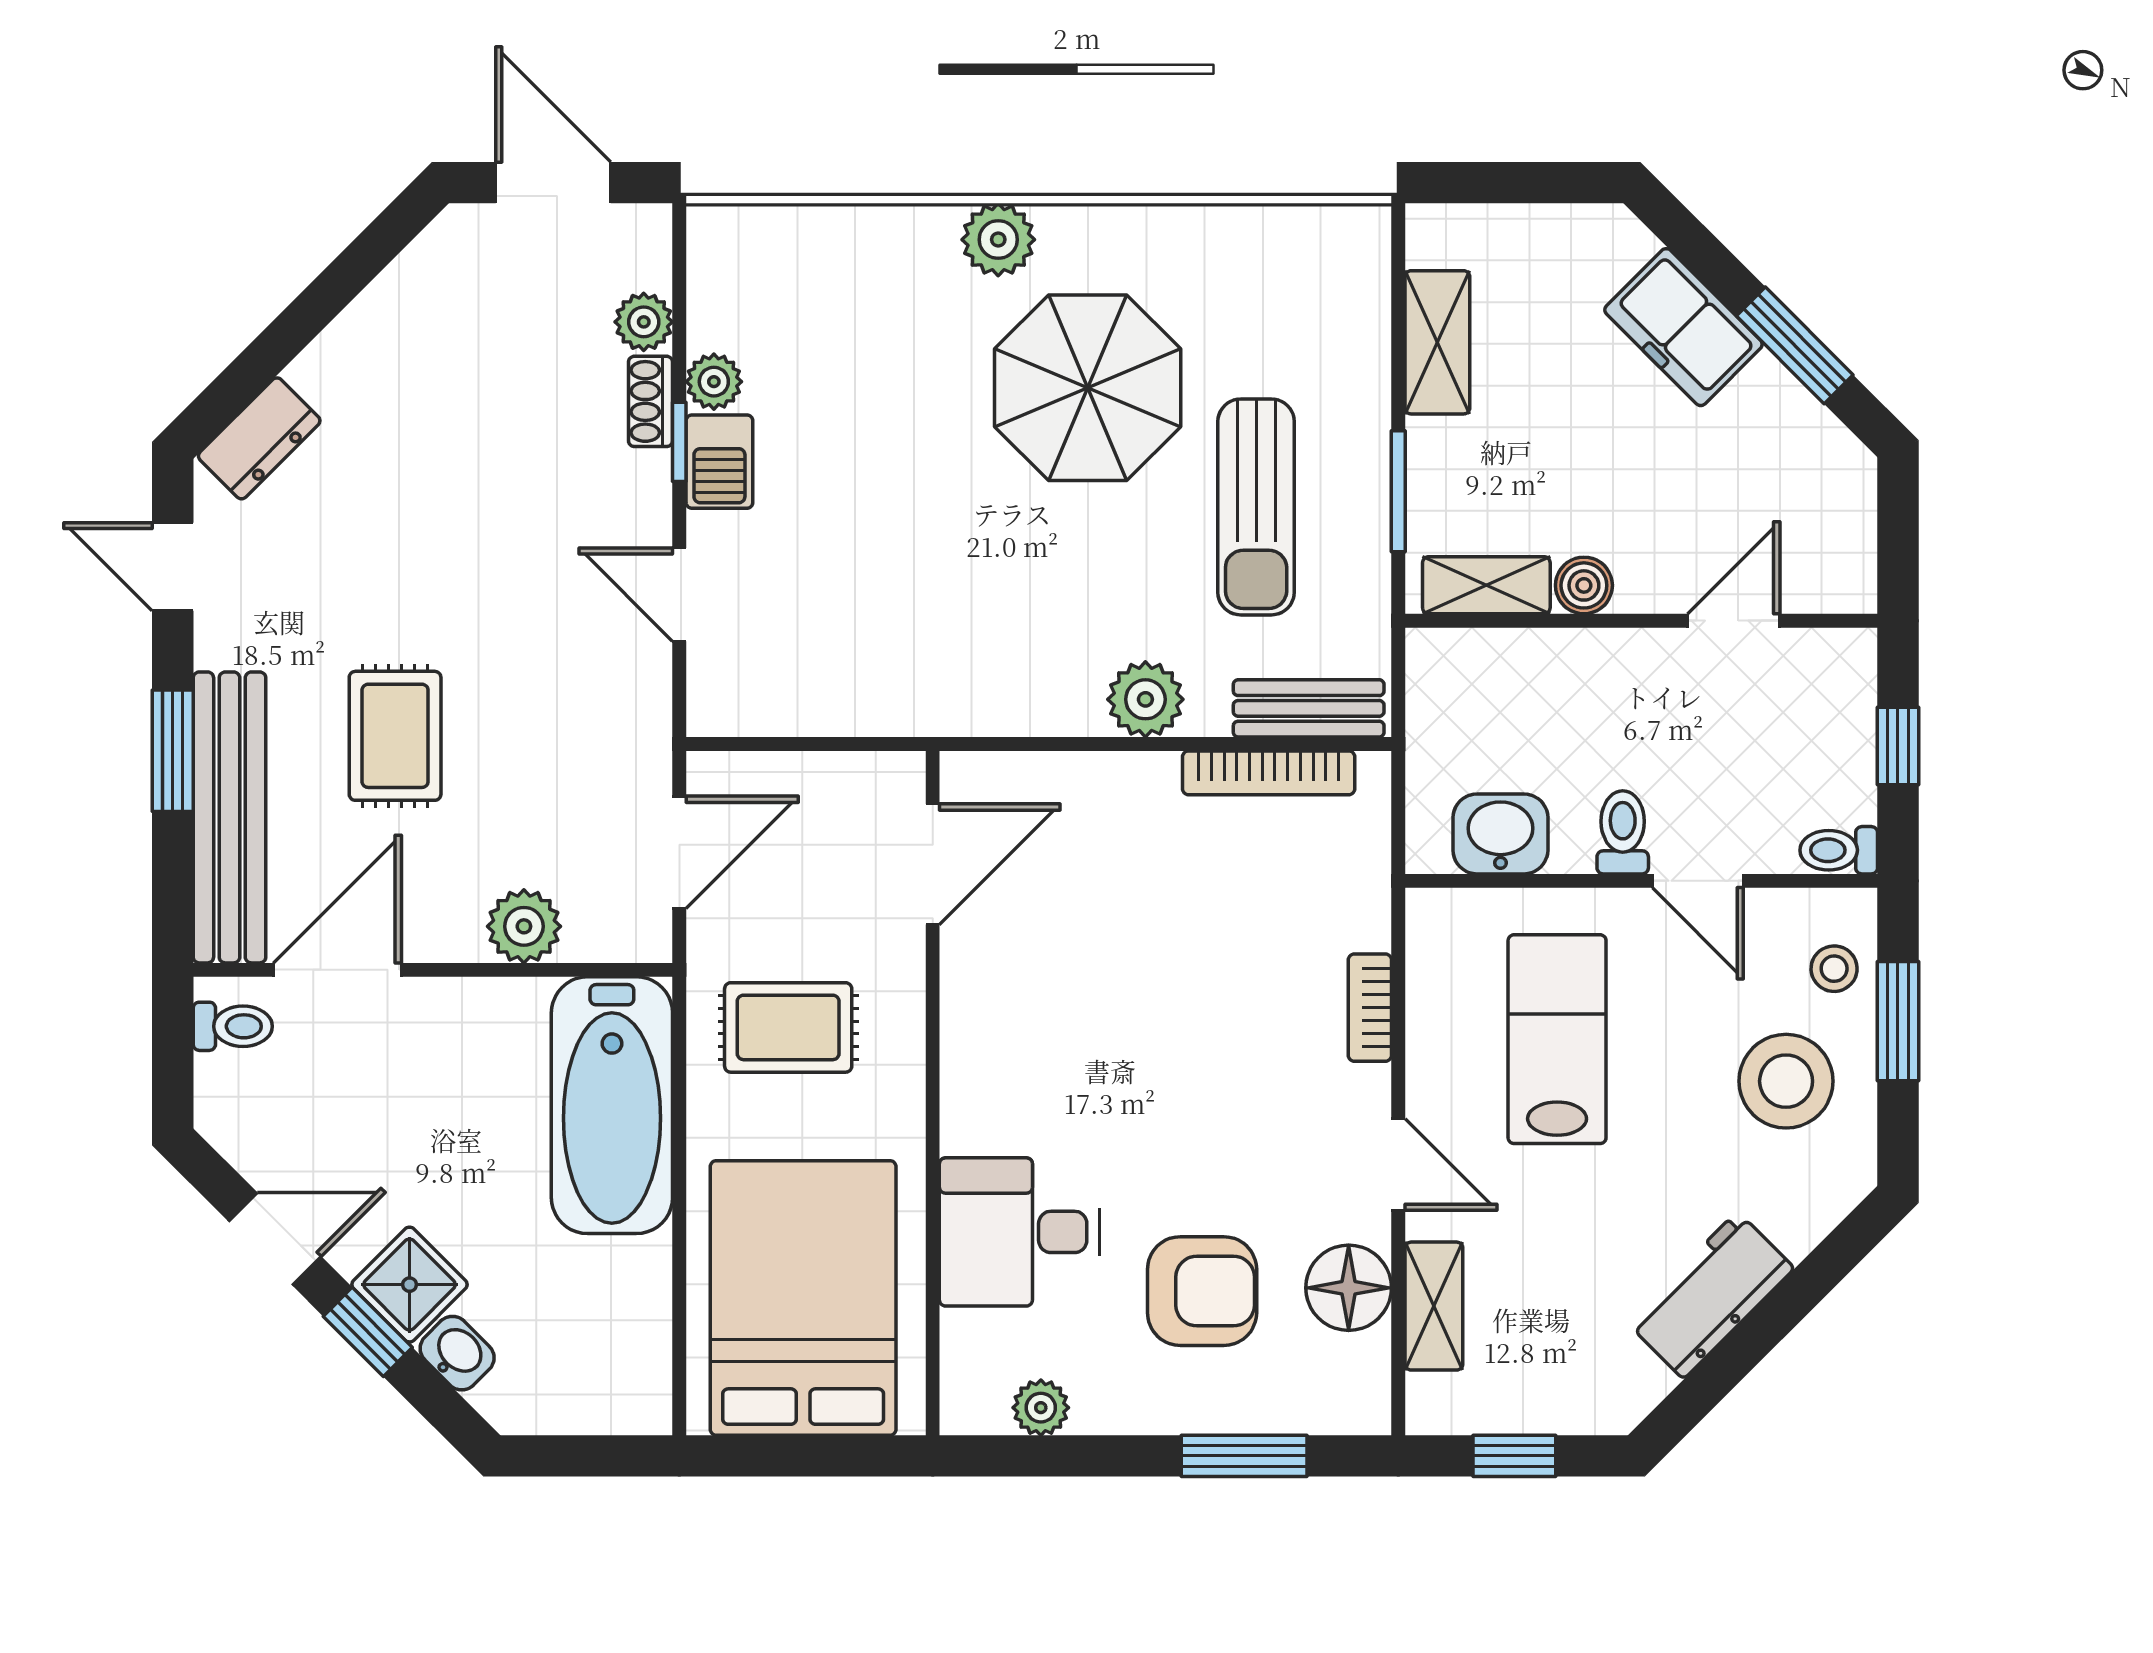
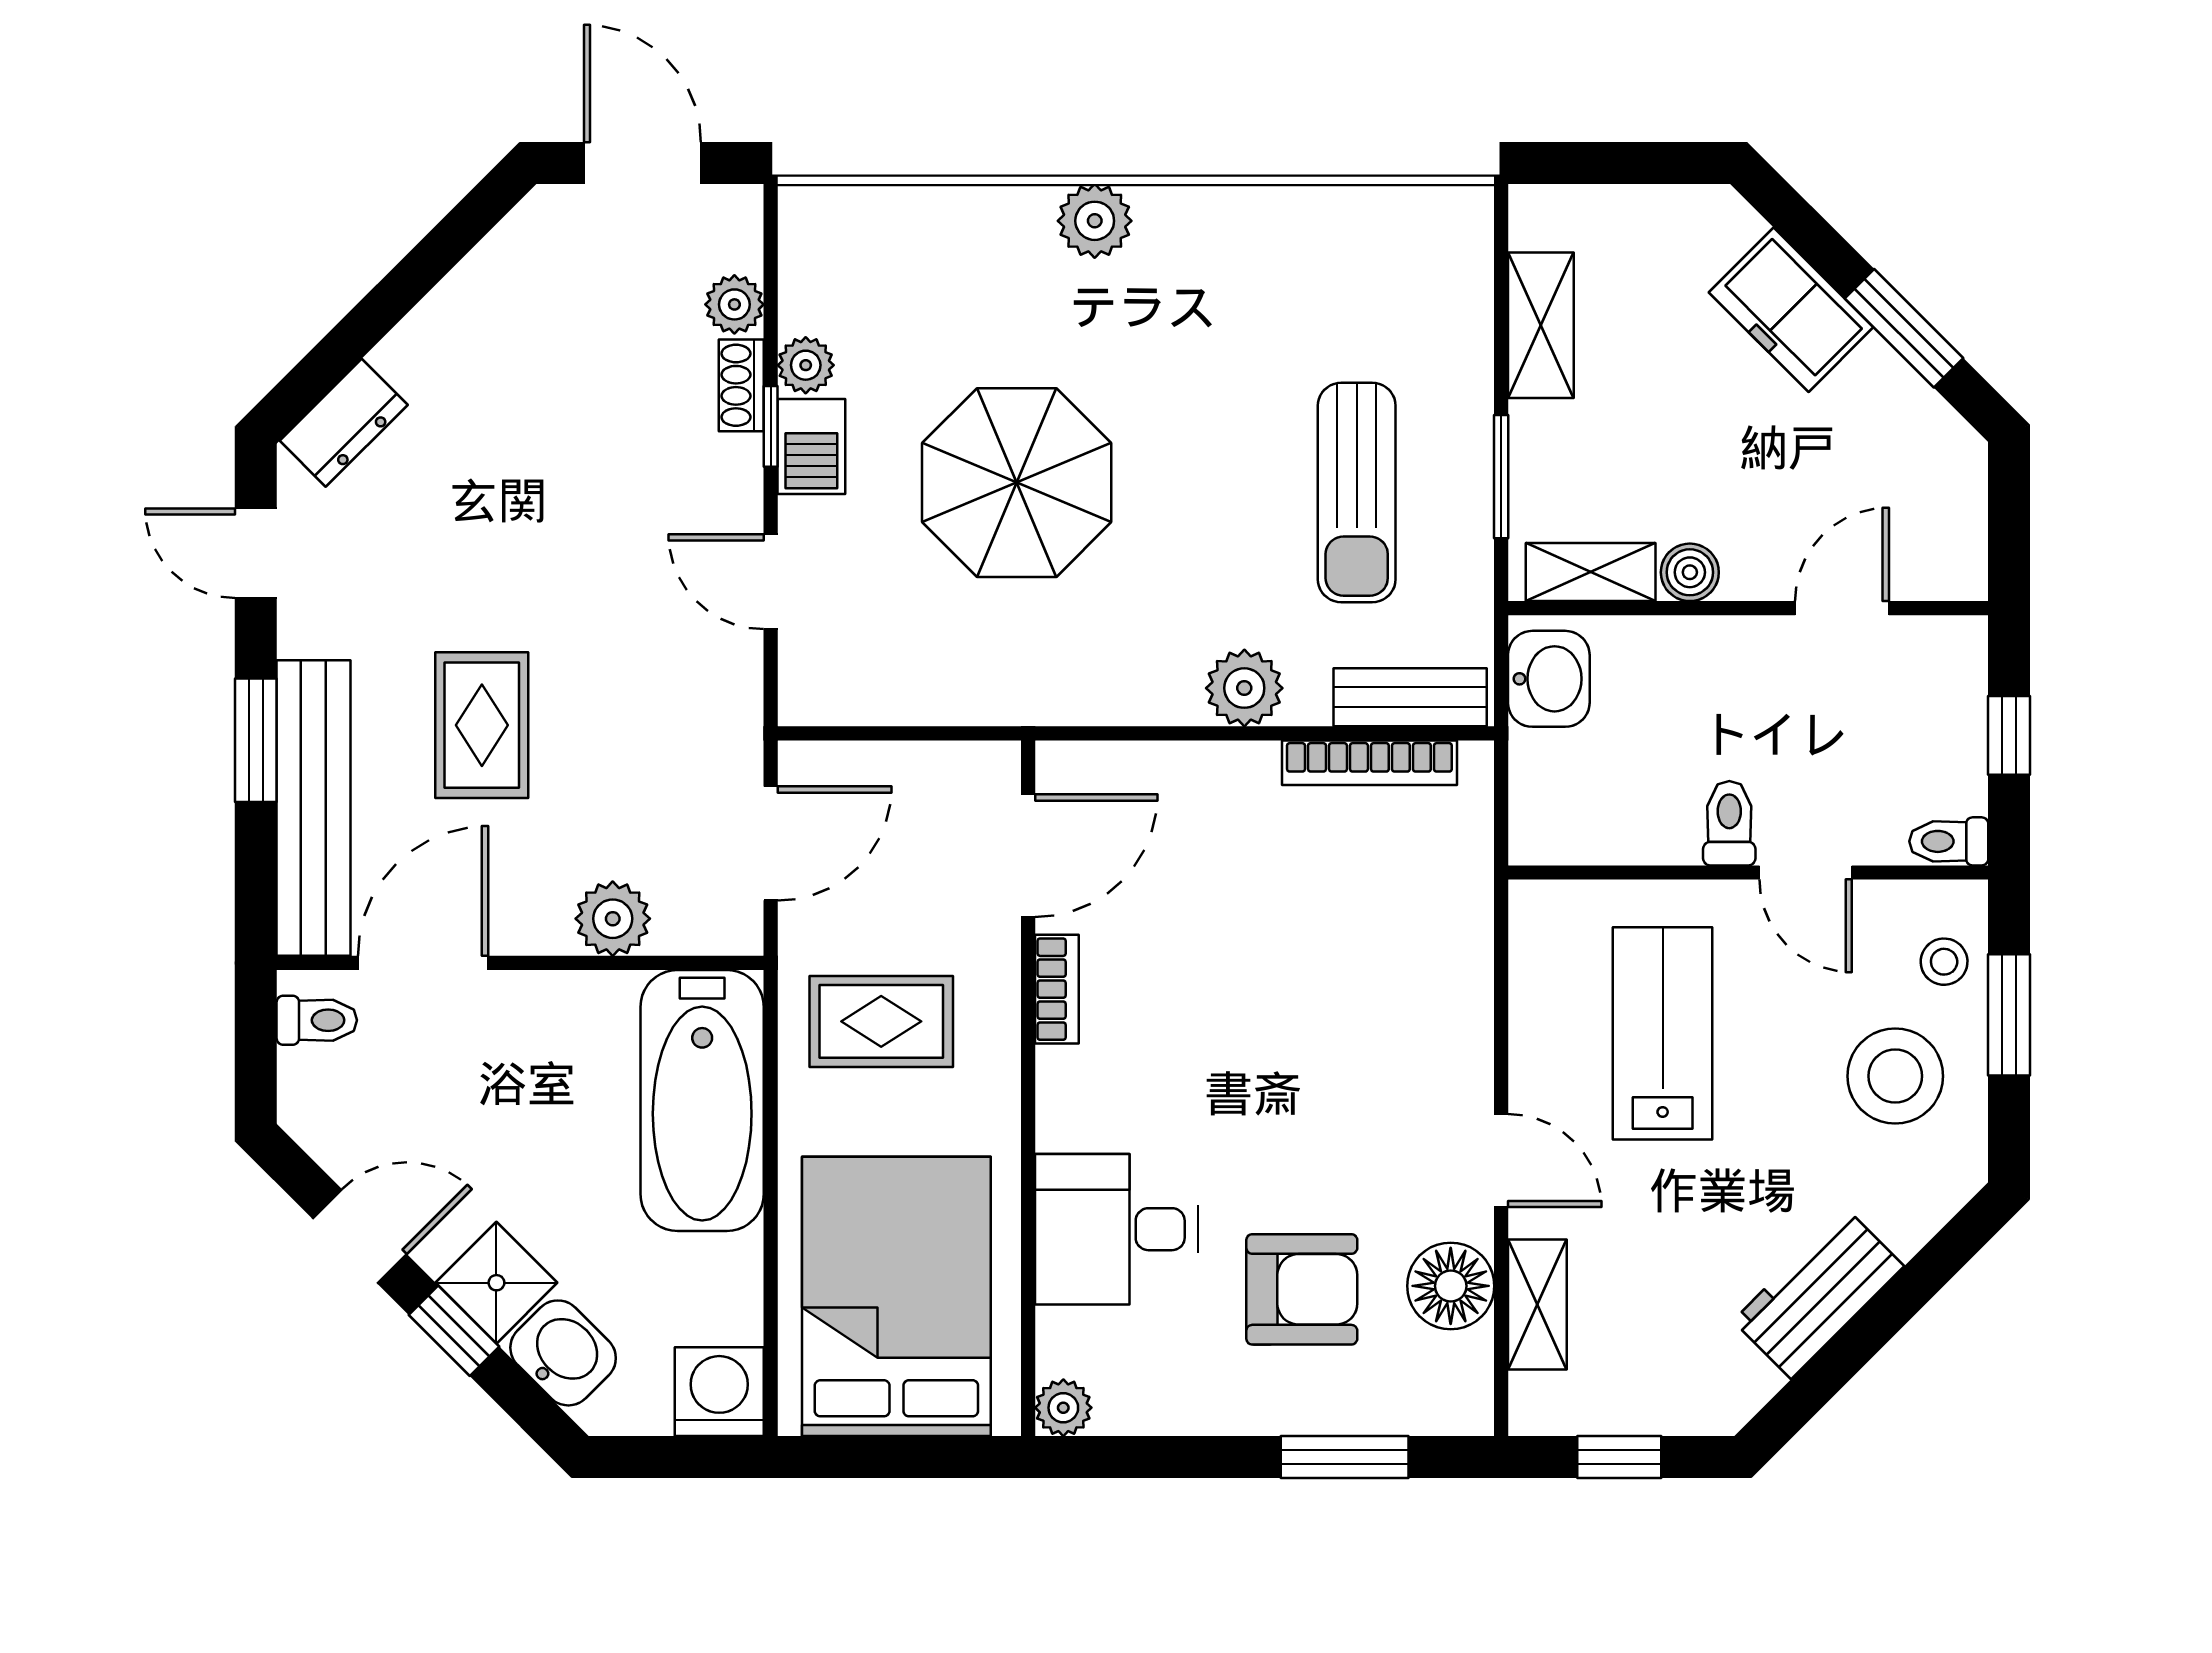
parasol: (1088, 388) -> (1017, 483), moved
washbasin: (1500, 834) -> (1549, 679), moved, turned 90
bookcase: (1370, 1008) -> (1057, 989), moved, turned 180
washbasin: (457, 1353) -> (563, 1353), width x1.38, depth x1.45
washing machine: (629, 1392) -> (719, 1392), added
plant: (1041, 1408) -> (1063, 1408), moved

